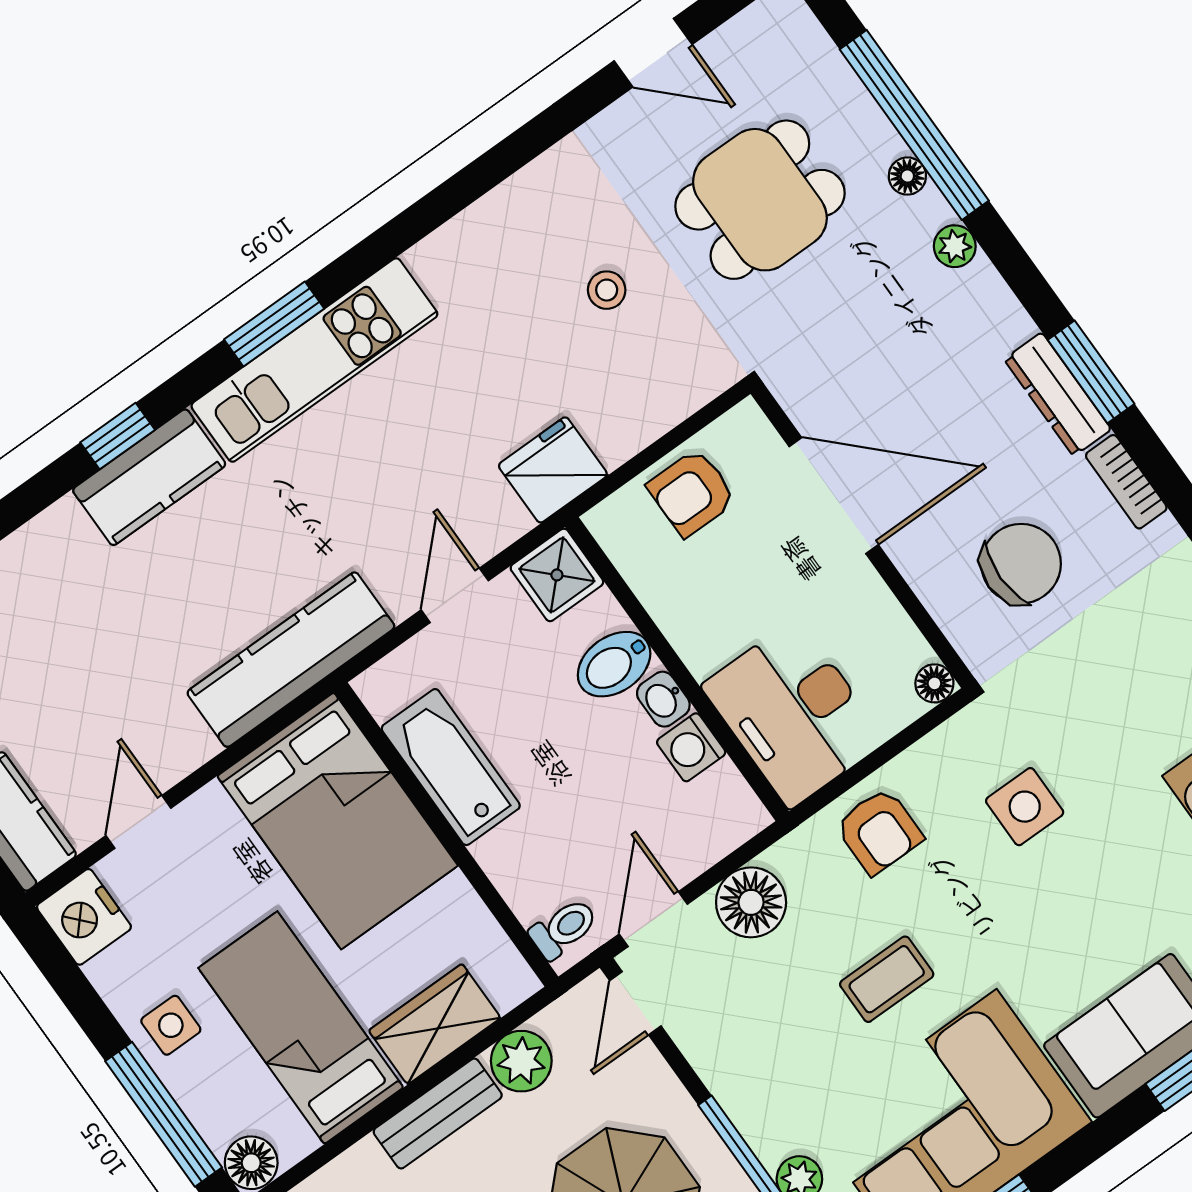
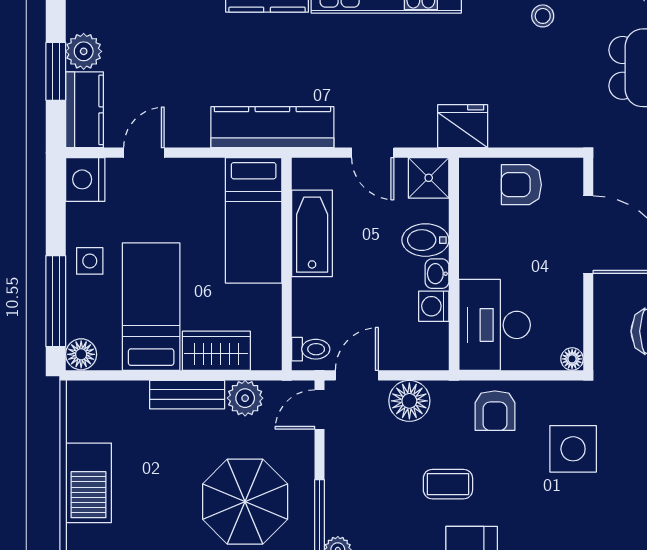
stool: (607, 290) -> (543, 16), moved
door: (455, 595) -> (373, 153), swing flipped
side table: (1025, 807) -> (573, 449), width x1.37, depth x1.37
bed: (338, 821) -> (254, 220), width x0.67

